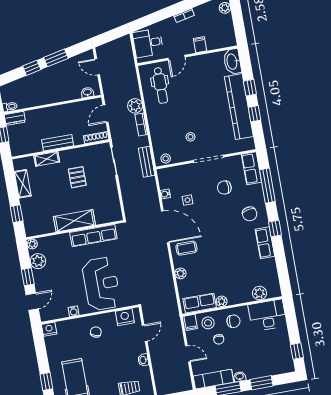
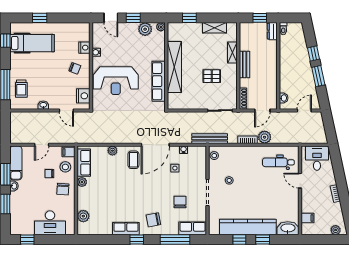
filing cabinet: (200, 45) -> (308, 218), moved
door: (106, 114) -> (262, 110), swing flipped
bench: (147, 162) -> (210, 139), width x1.36
shelving: (74, 221) -> (174, 67), width x1.47
desk: (267, 315) -> (50, 223), moved, turned 90
nightstand: (49, 329) -> (84, 48), moved

